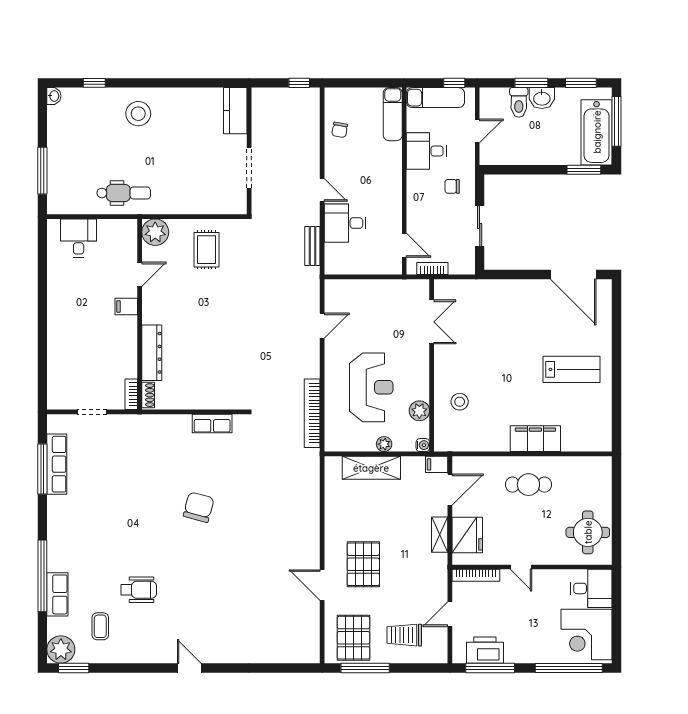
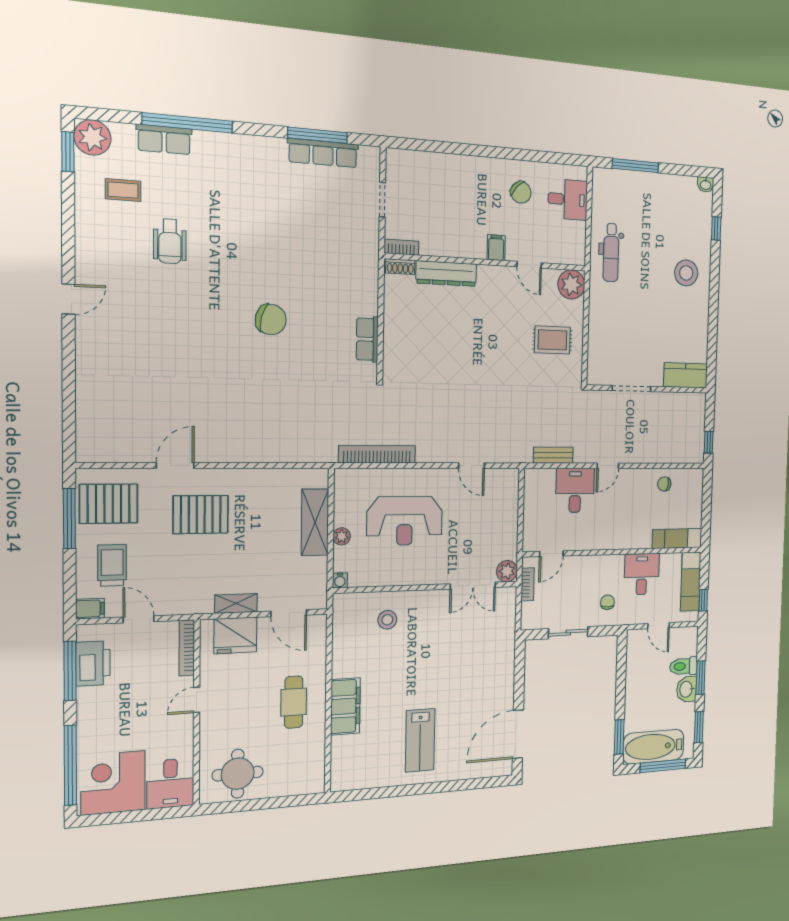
chair: (76, 284) -> (521, 192), added
plant: (419, 411) -> (507, 571), moved
filing cabinet: (437, 464) -> (90, 609), moved, turned 90

